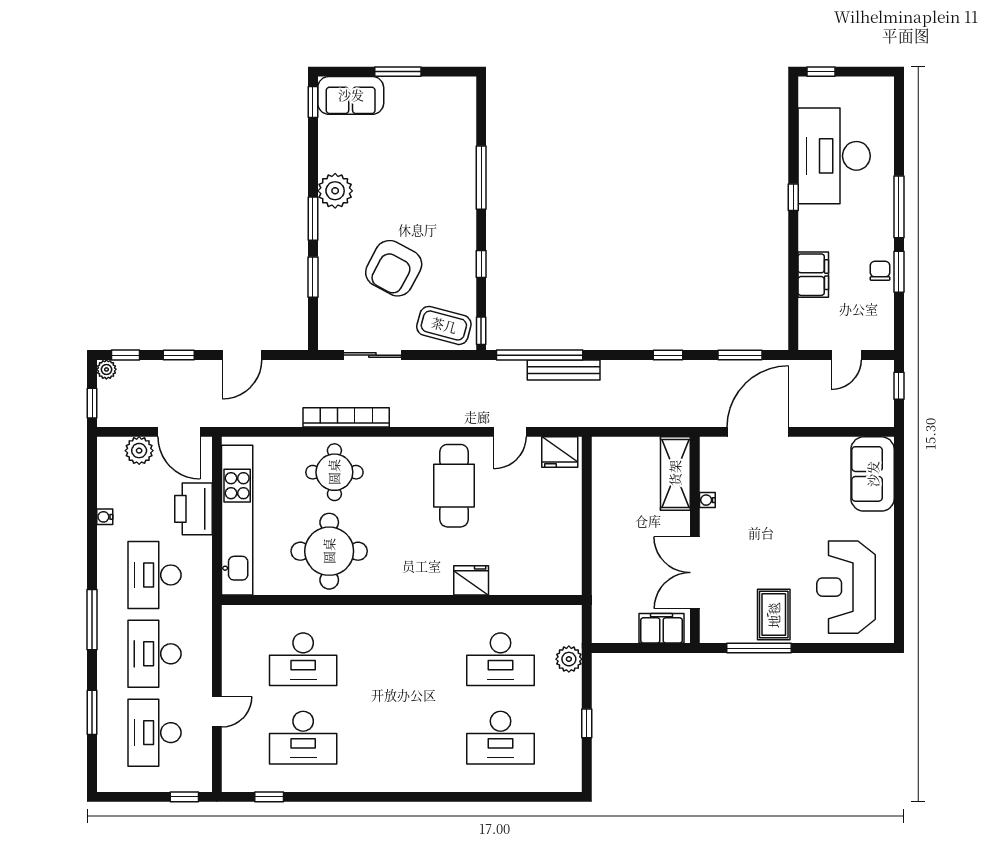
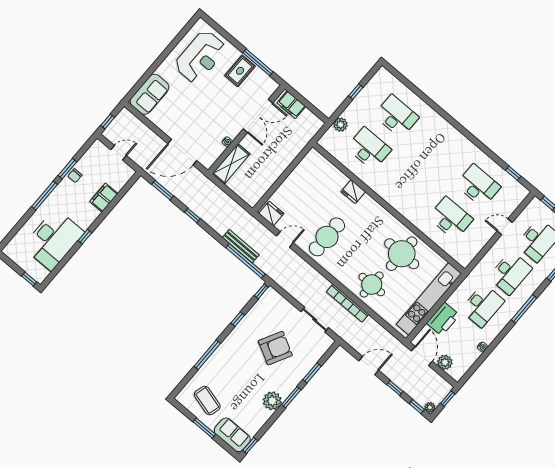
coffee table: (444, 325) -> (207, 401), moved

